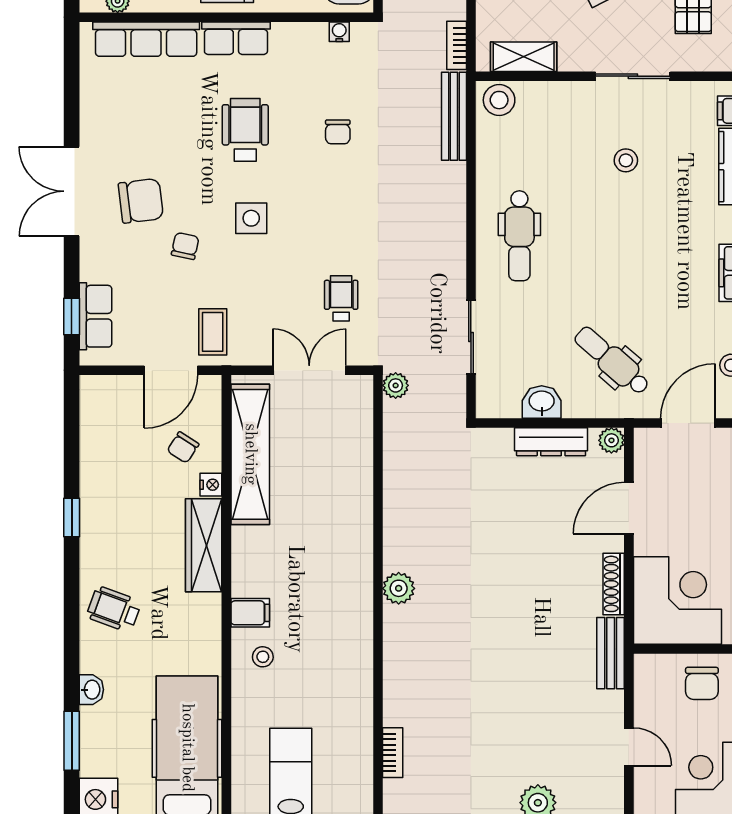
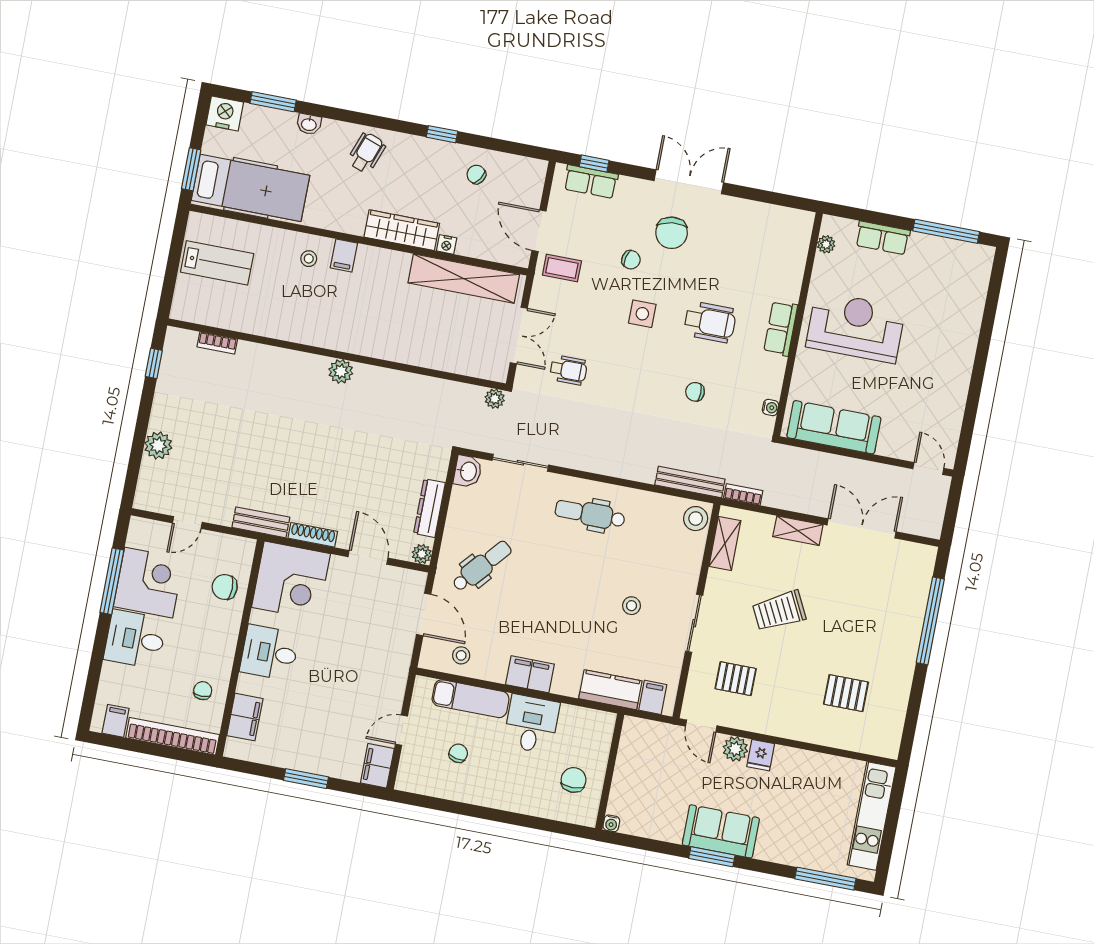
row of seats: (146, 39) -> (793, 260), removed
washbasin: (542, 402) -> (468, 471), moved
chair: (183, 447) -> (476, 174), moved

